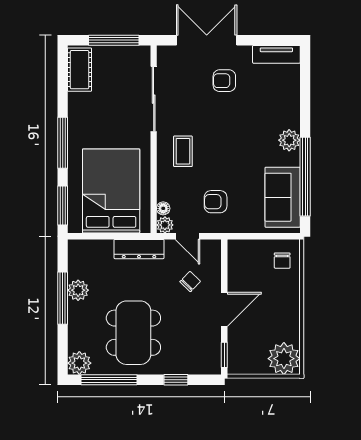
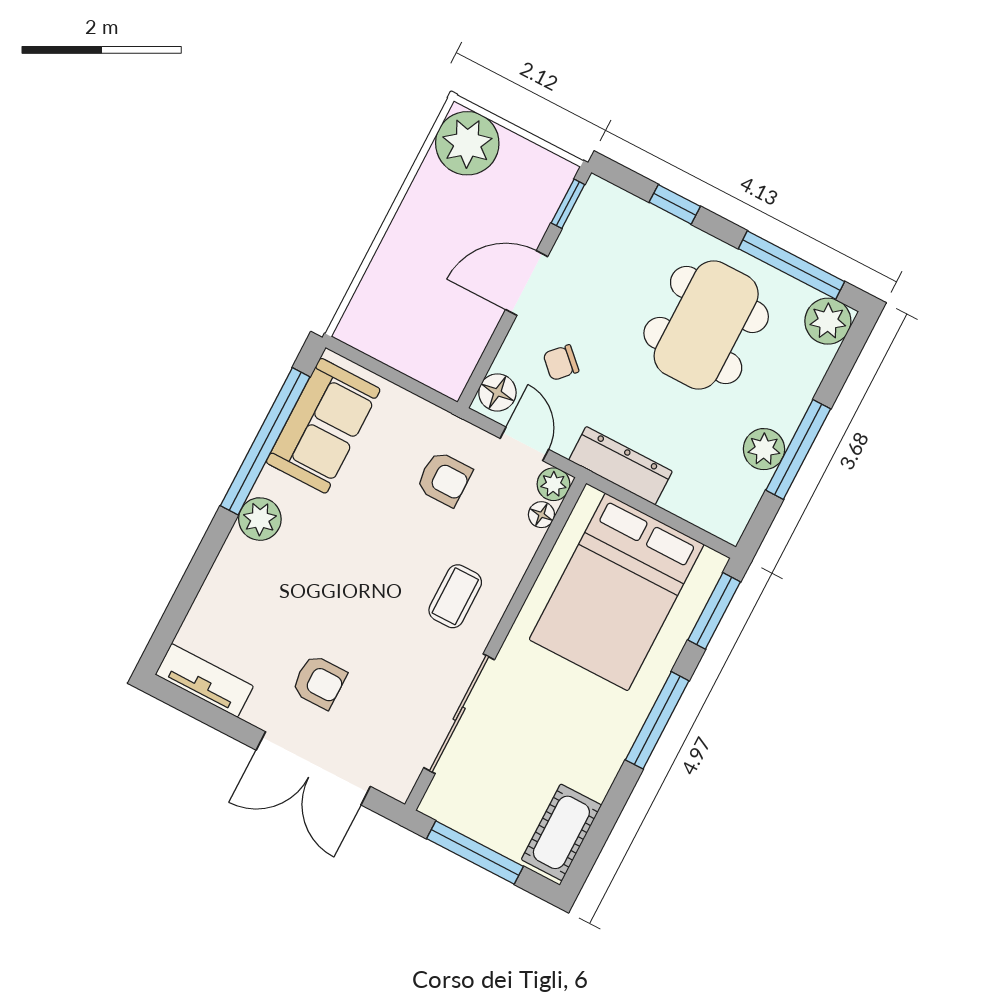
floor lamp: (212, 253) -> (497, 392), added
chair: (282, 261) -> (381, 316), removed

